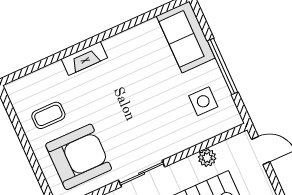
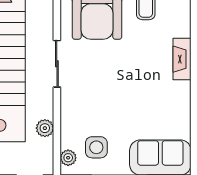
plant: (225, 123) -> (68, 158), added

